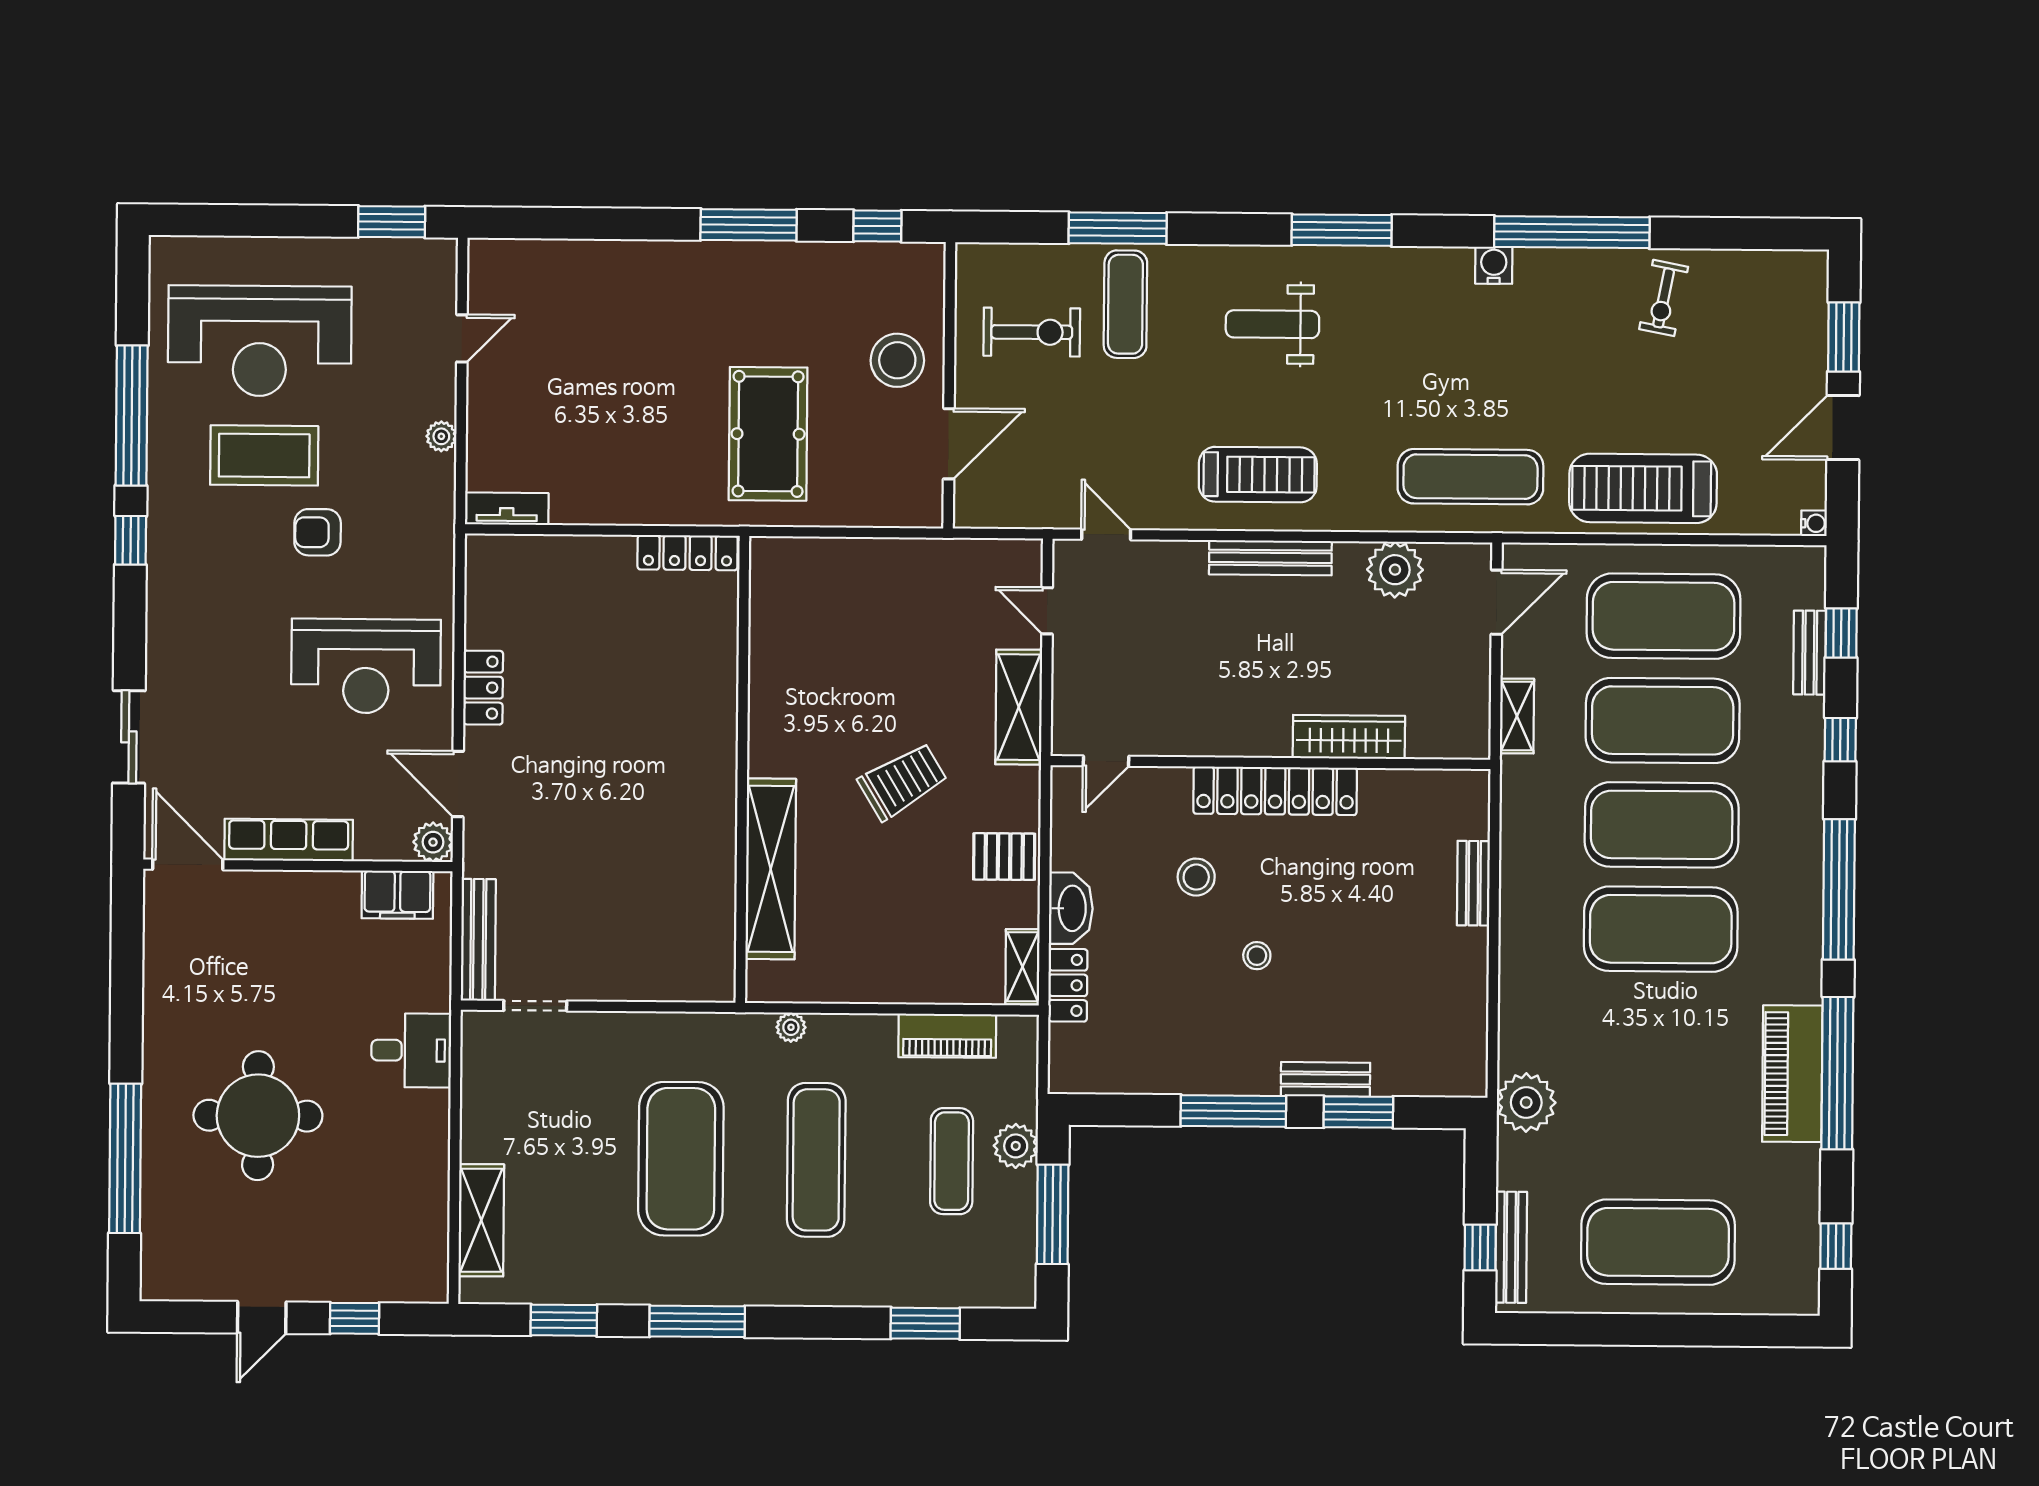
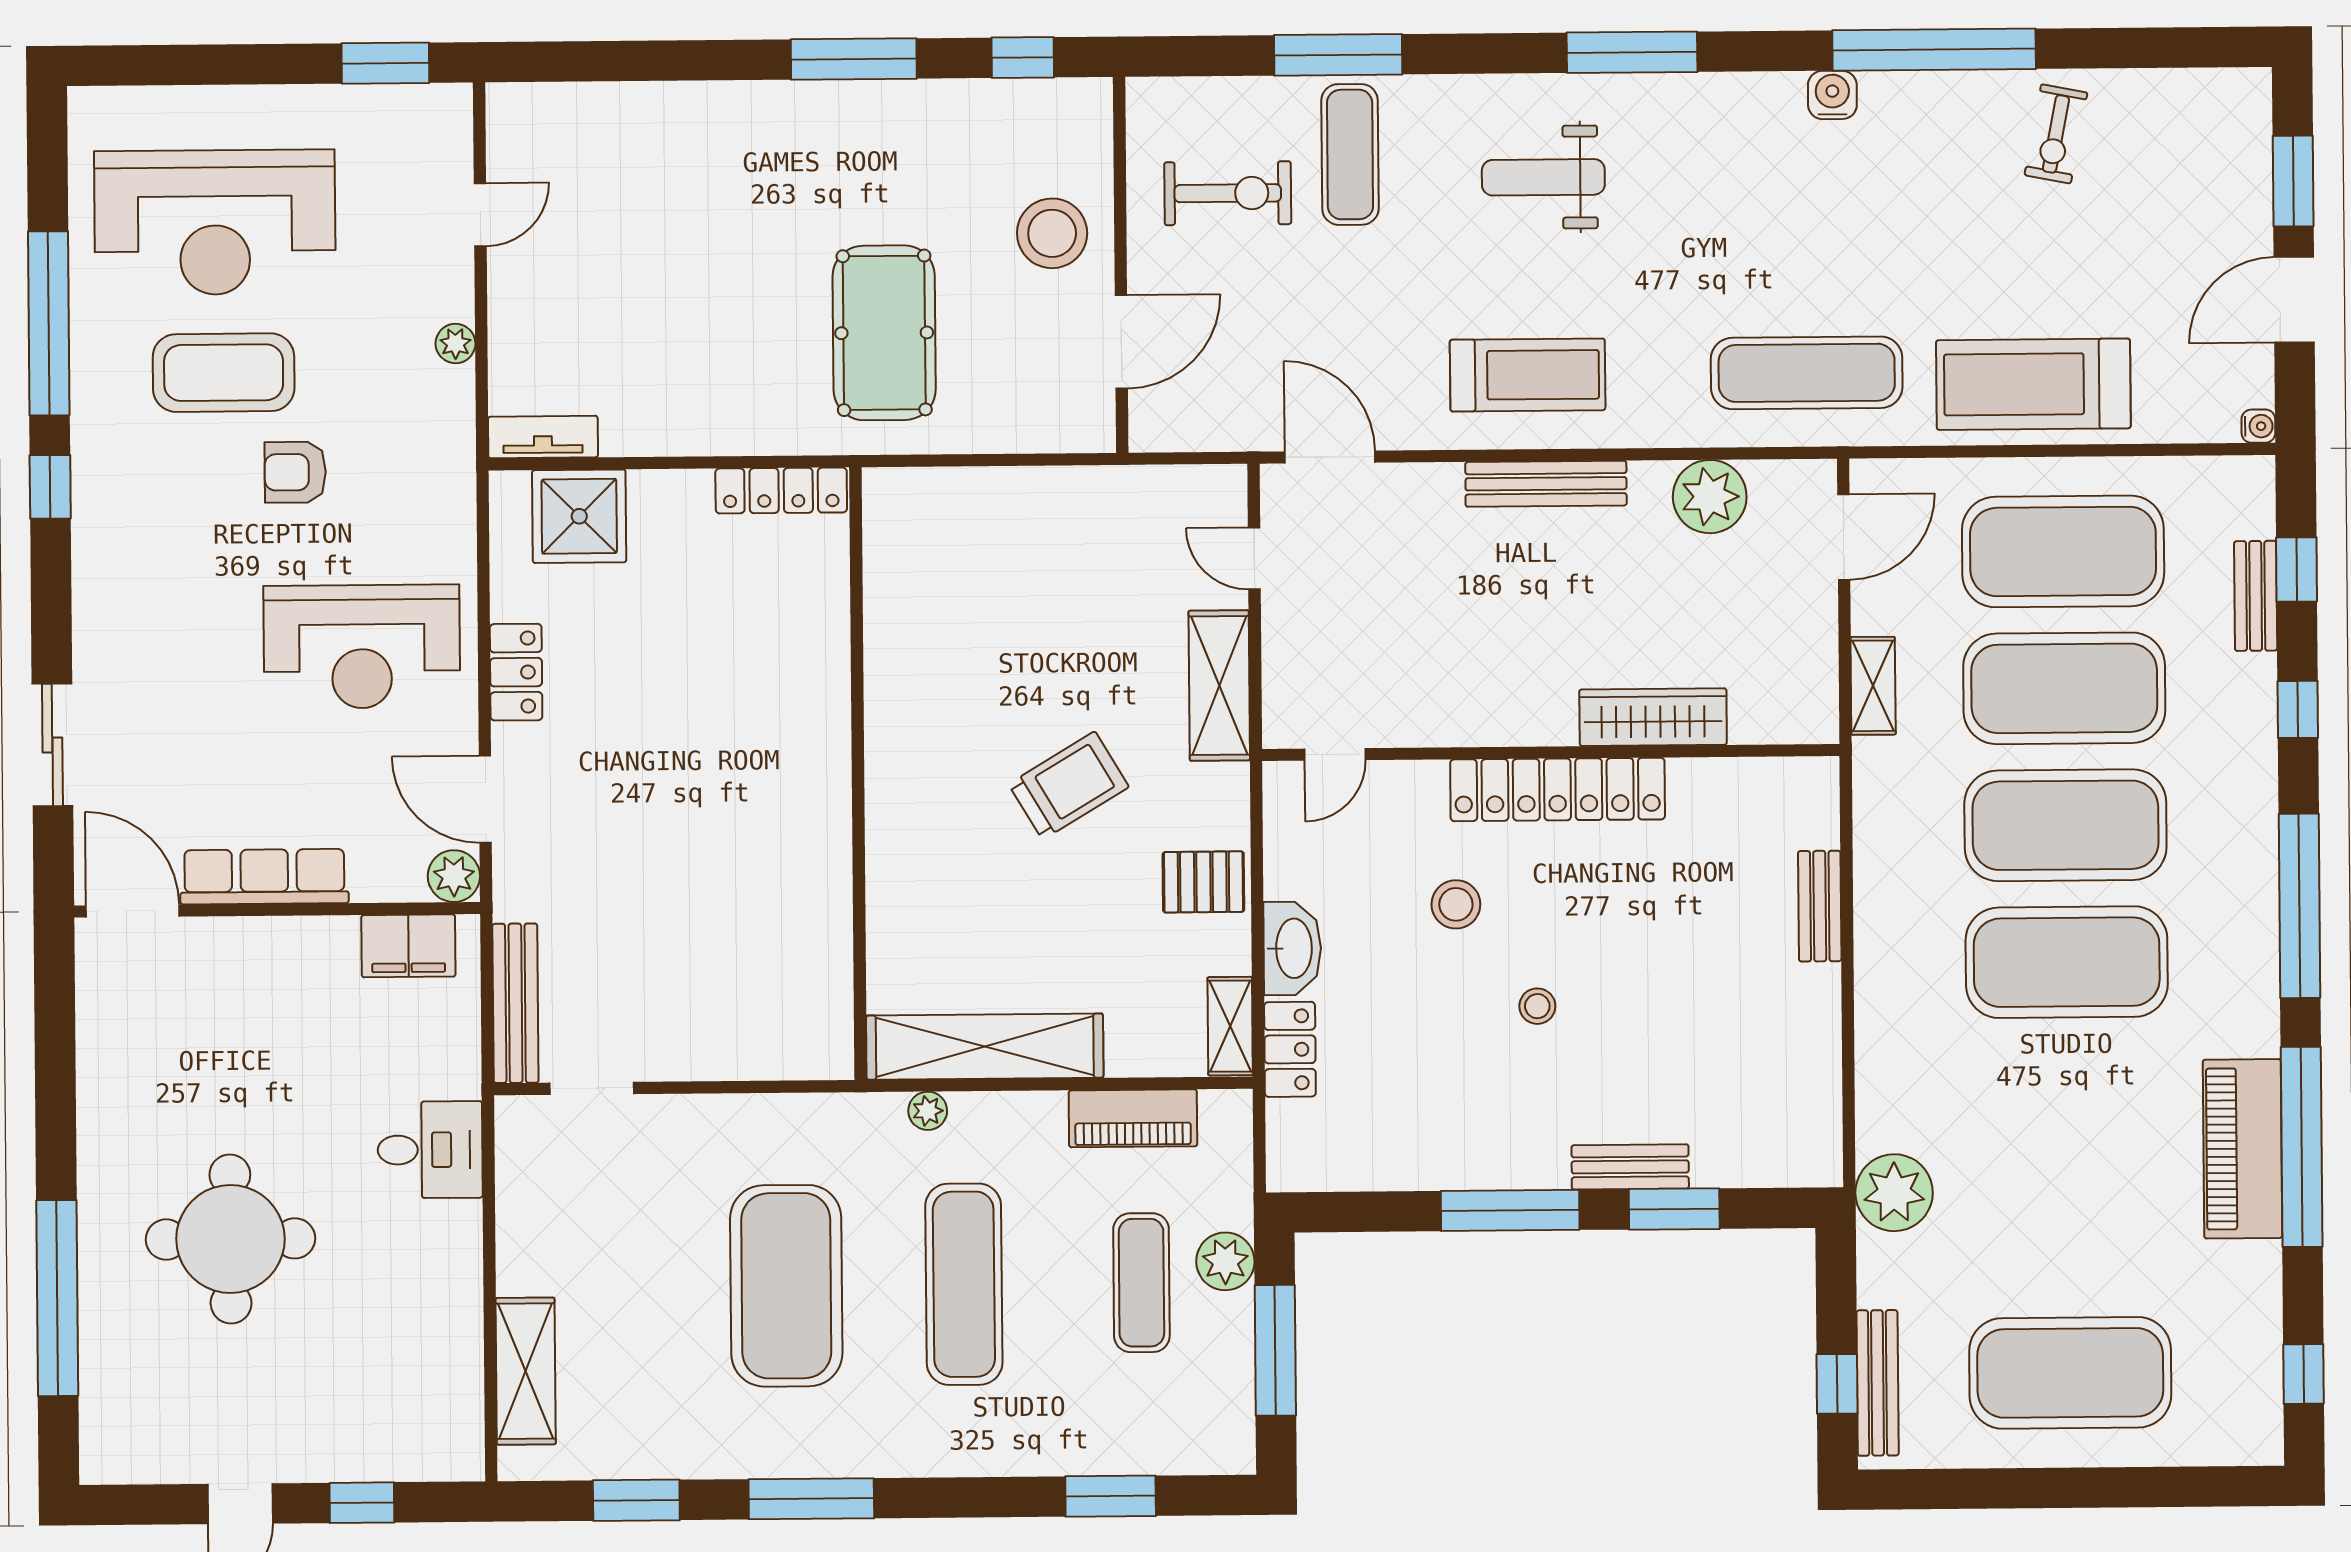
door: (1106, 534) -> (1330, 457), width x1.38
shower: (533, 570) -> (579, 516), added
shelving: (771, 869) -> (985, 1047), moved, turned 90

